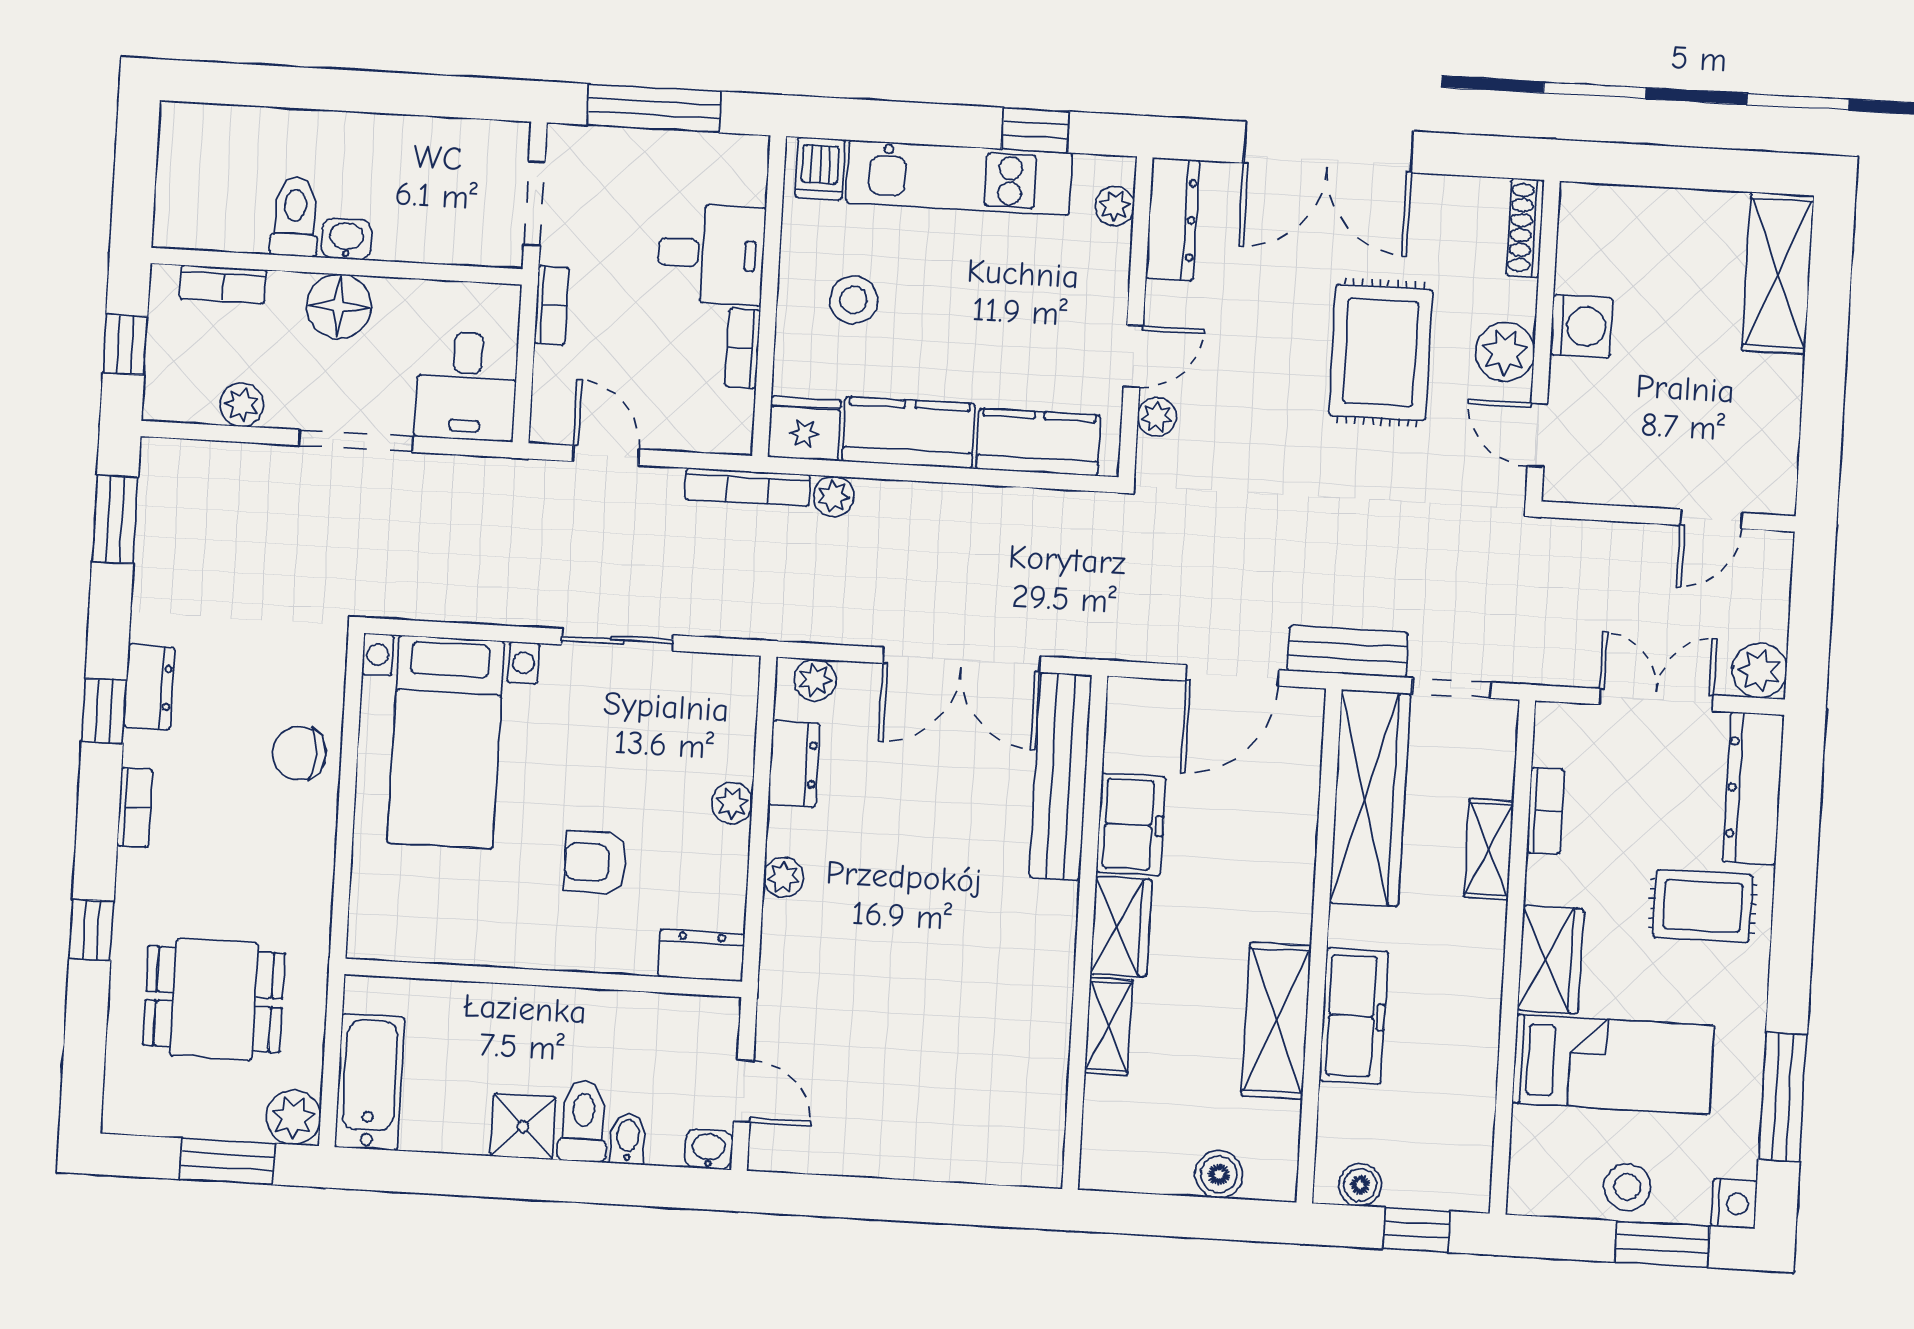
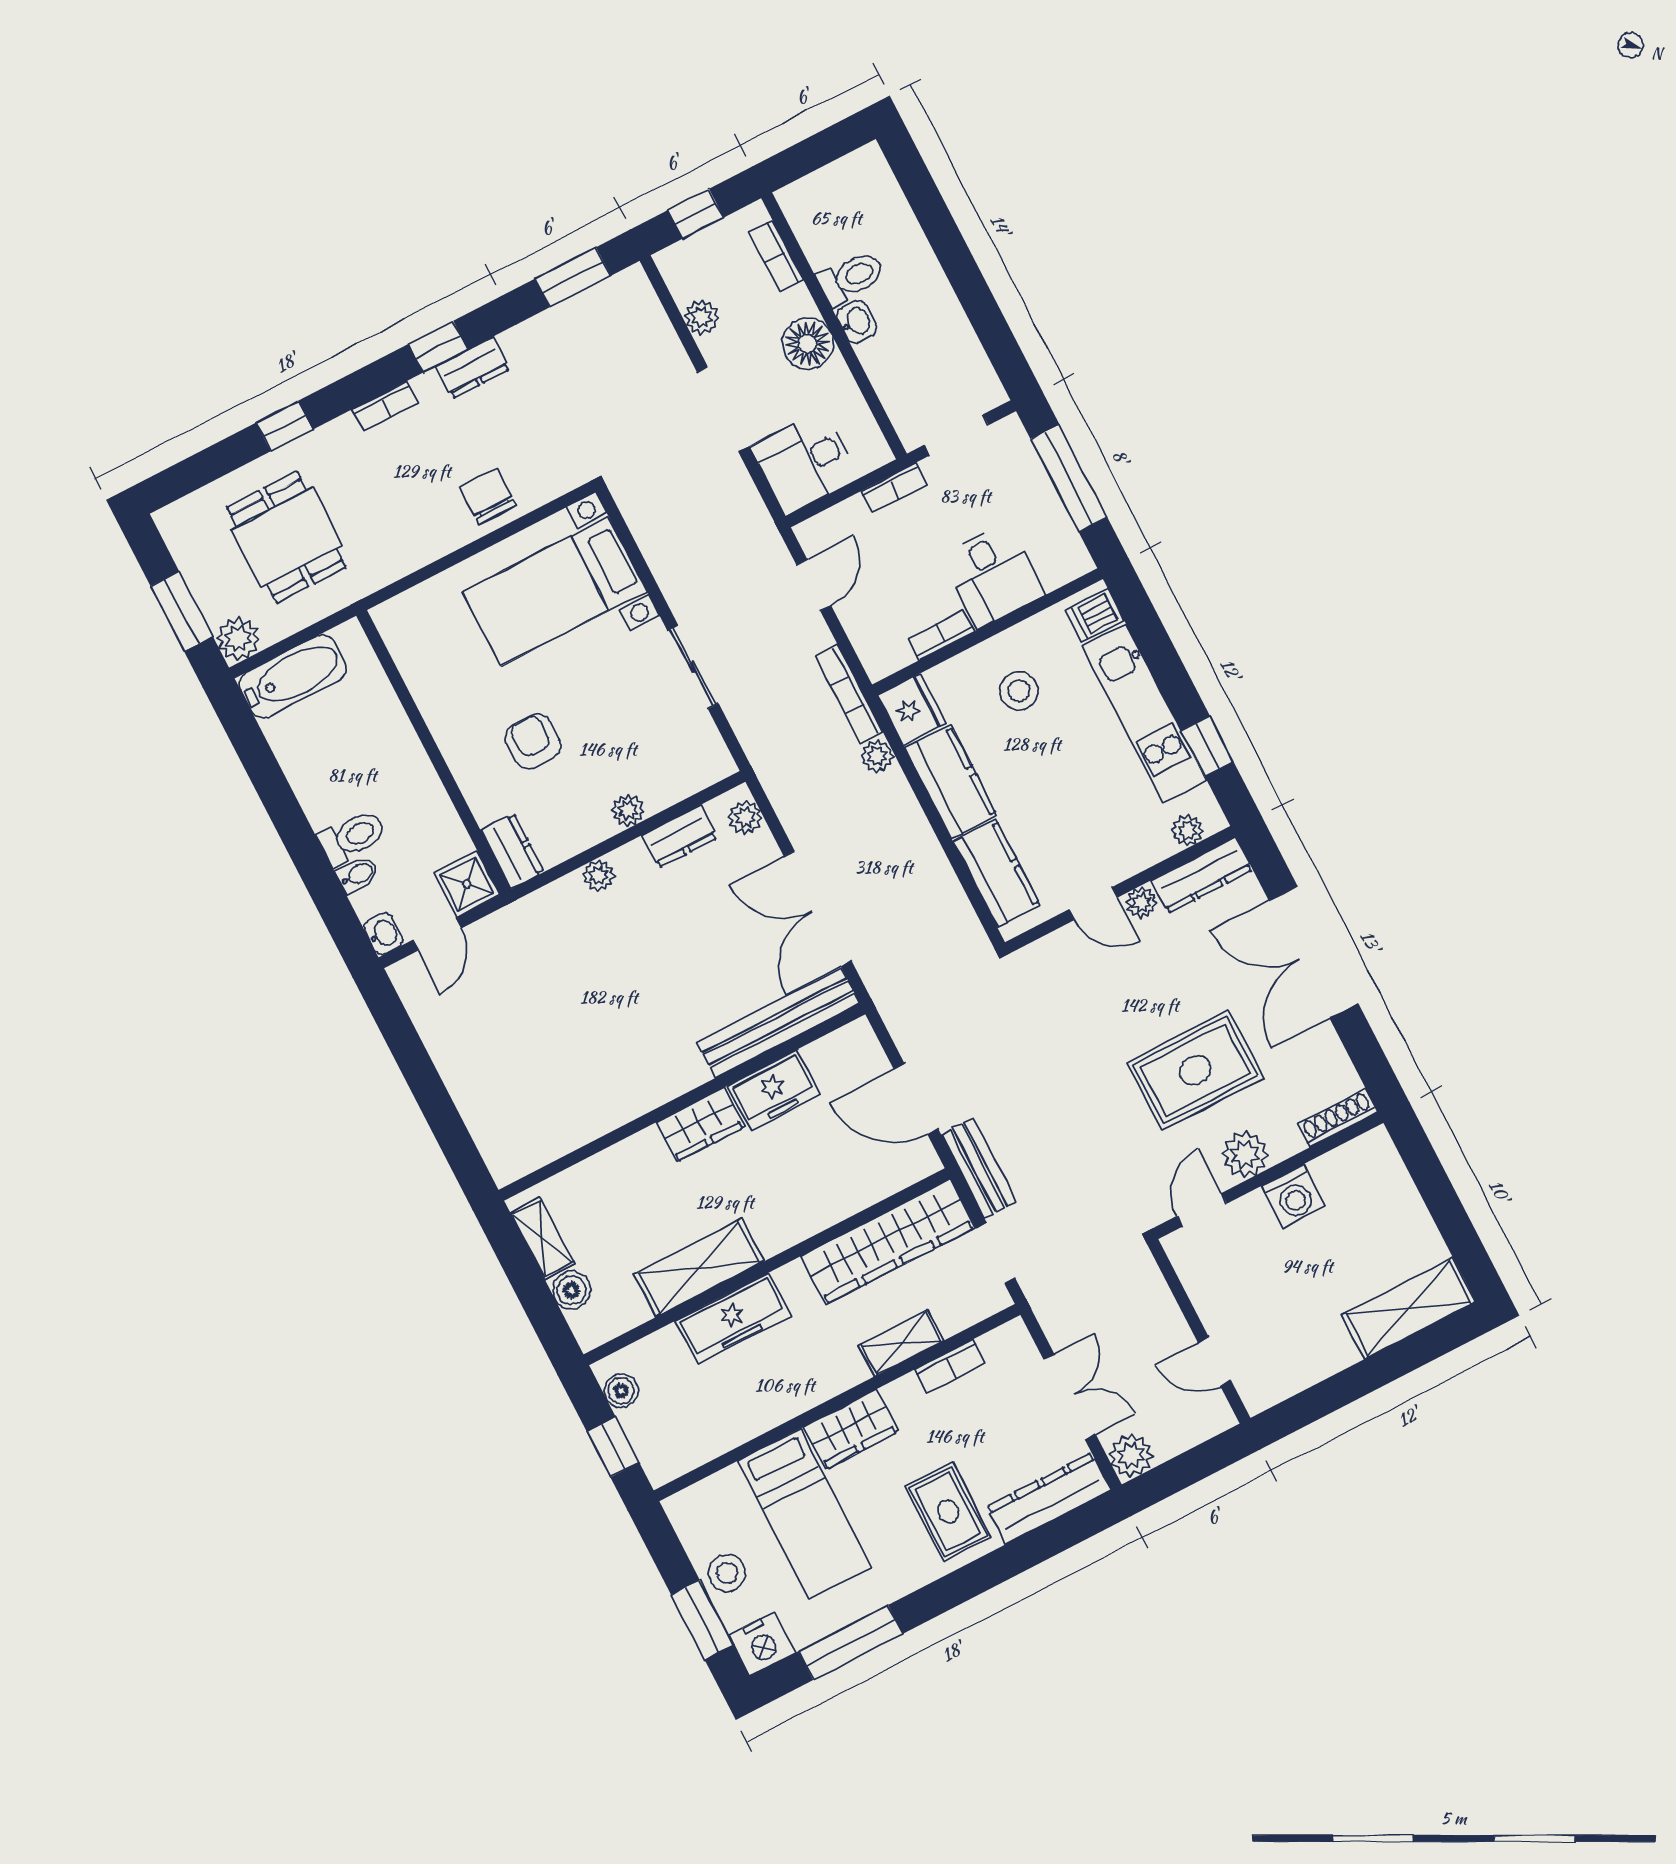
plant: (1157, 417) -> (1141, 903), moved
shelving: (1108, 1026) -> (542, 1238), moved, turned 90
shower: (523, 1127) -> (467, 884), moved
nightstand: (1734, 1204) -> (762, 1644), width x1.36, depth x1.33

